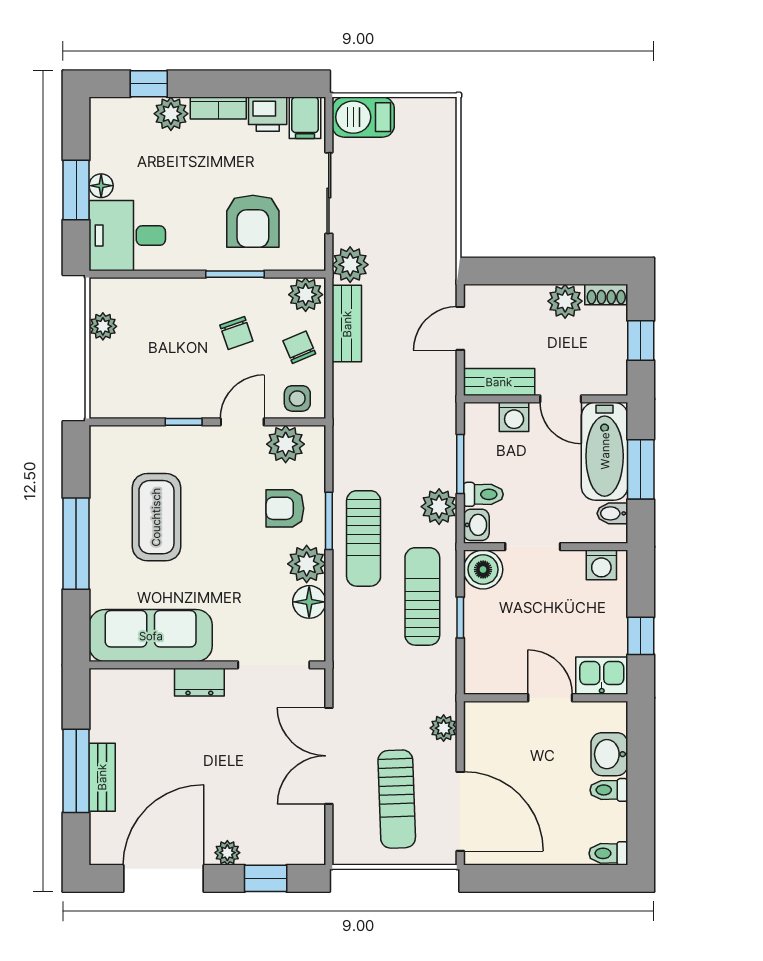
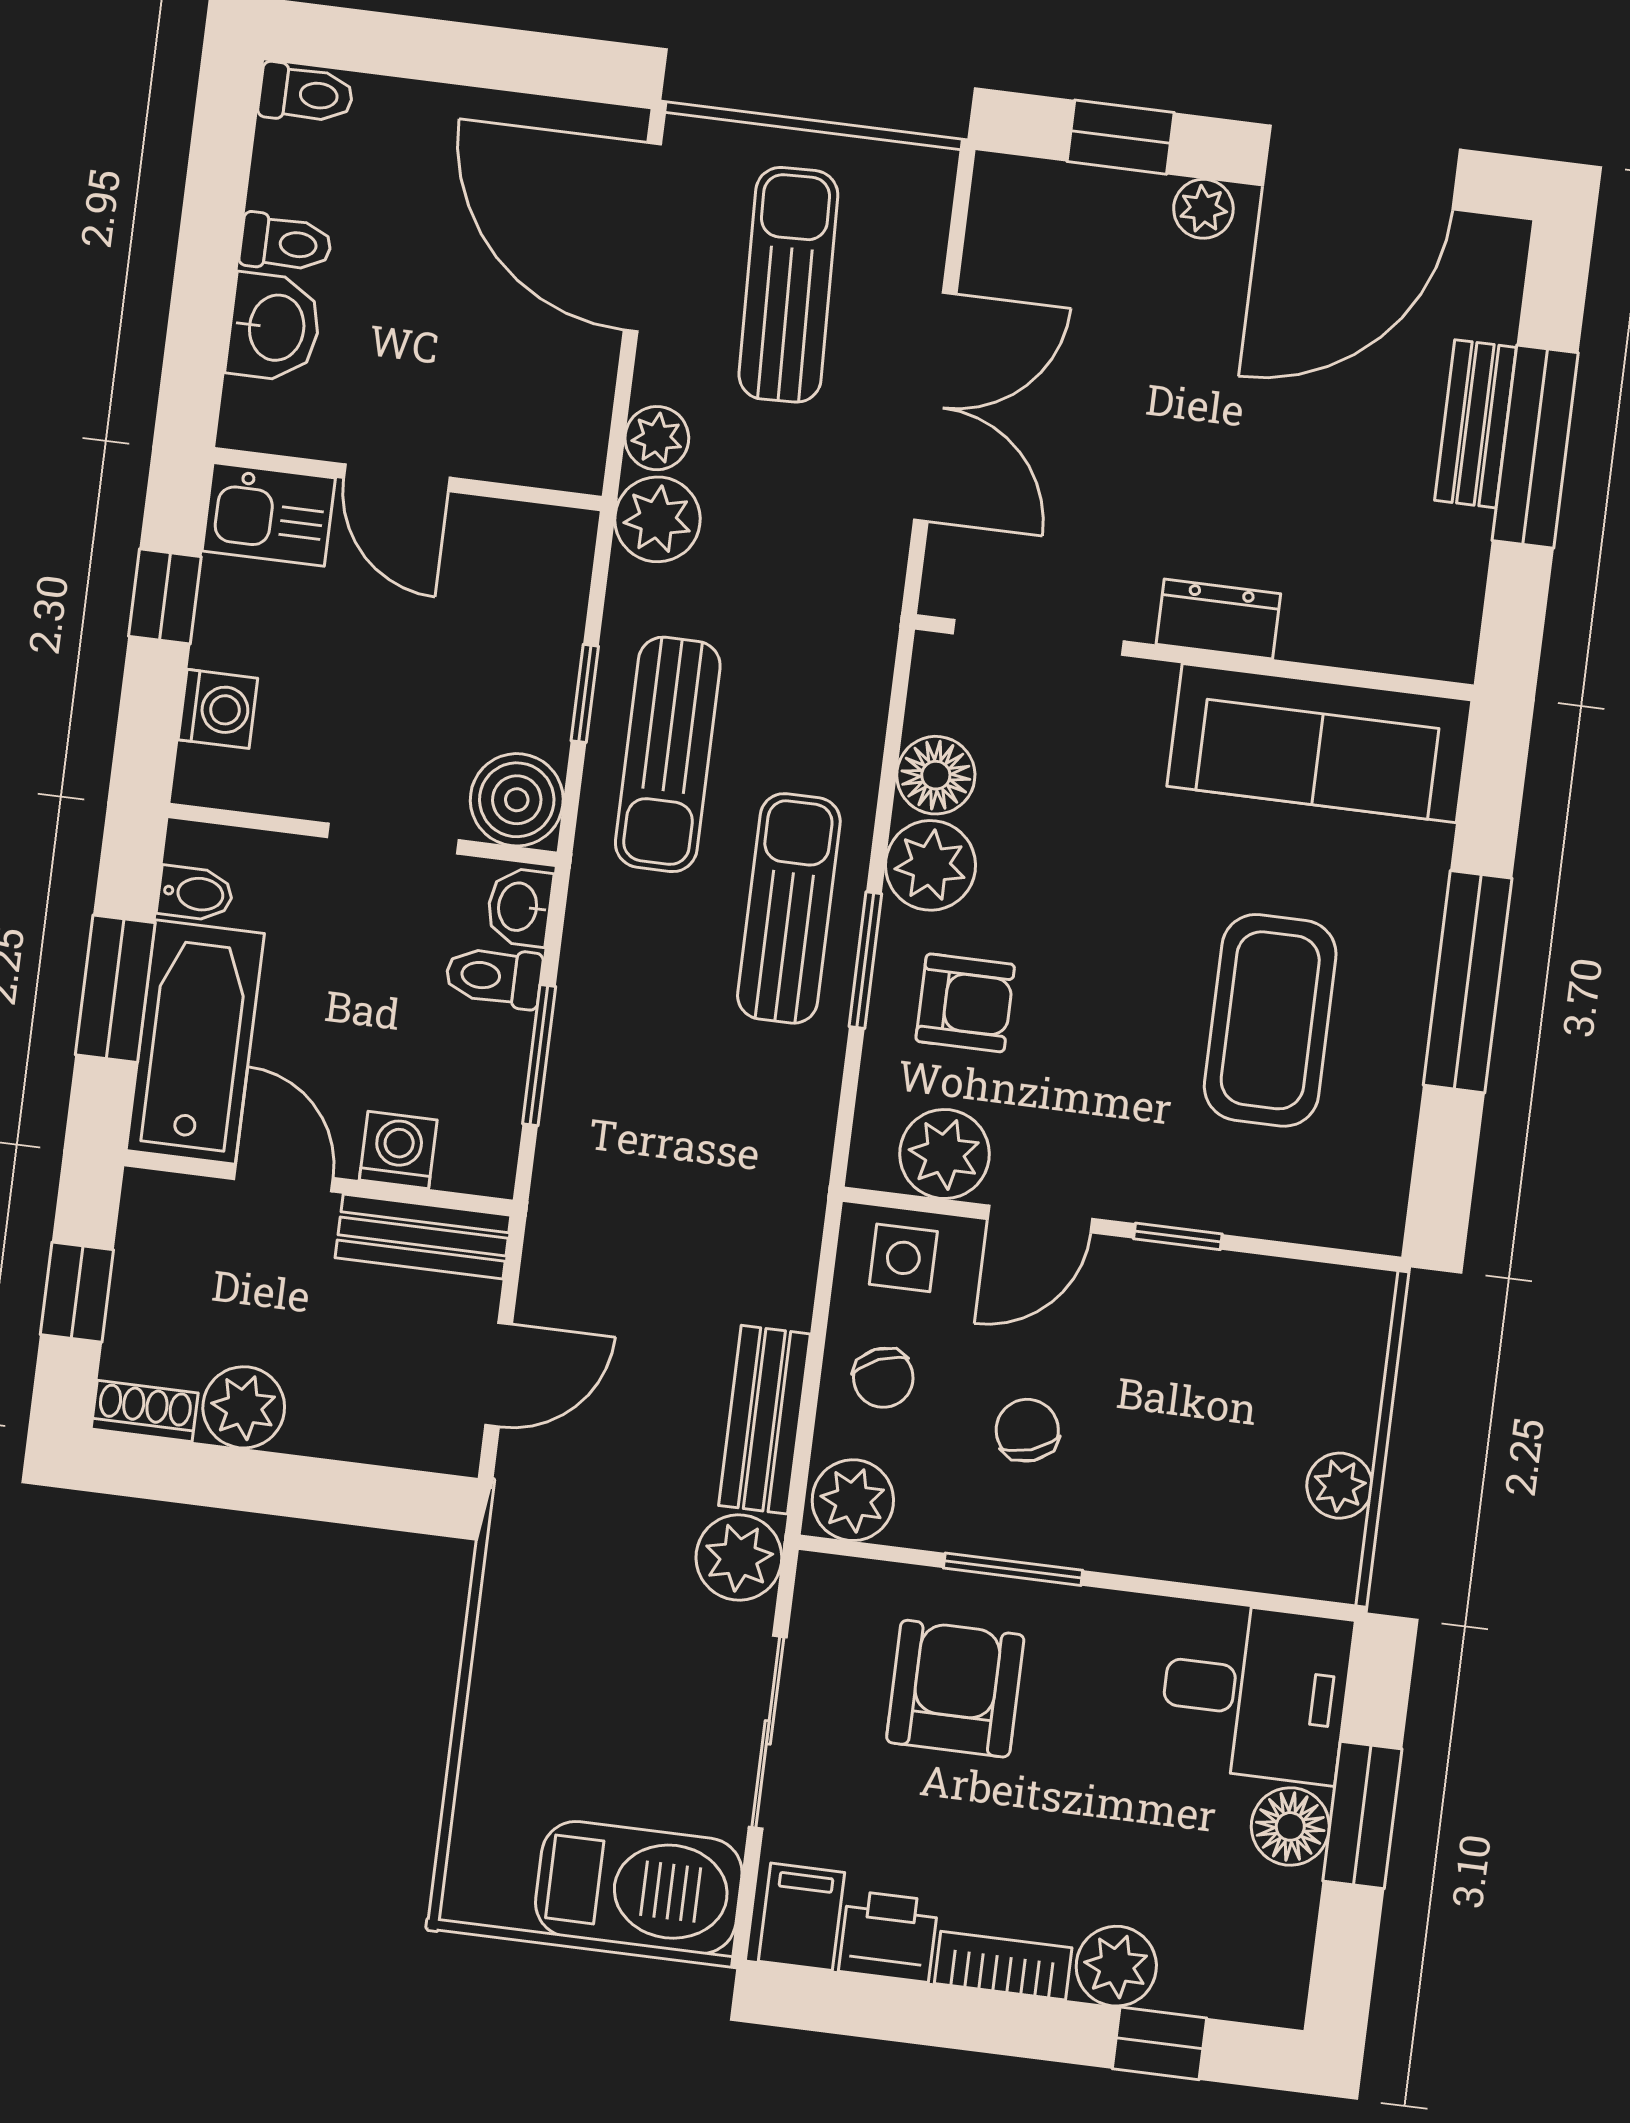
barbecue: (363, 117) -> (639, 1888), width x1.37, depth x1.21
floor lamp: (101, 186) -> (1290, 1826), width x1.37, depth x1.37
plant: (439, 507) -> (657, 519), moved
washing machine: (601, 565) -> (218, 709), moved, turned 90

